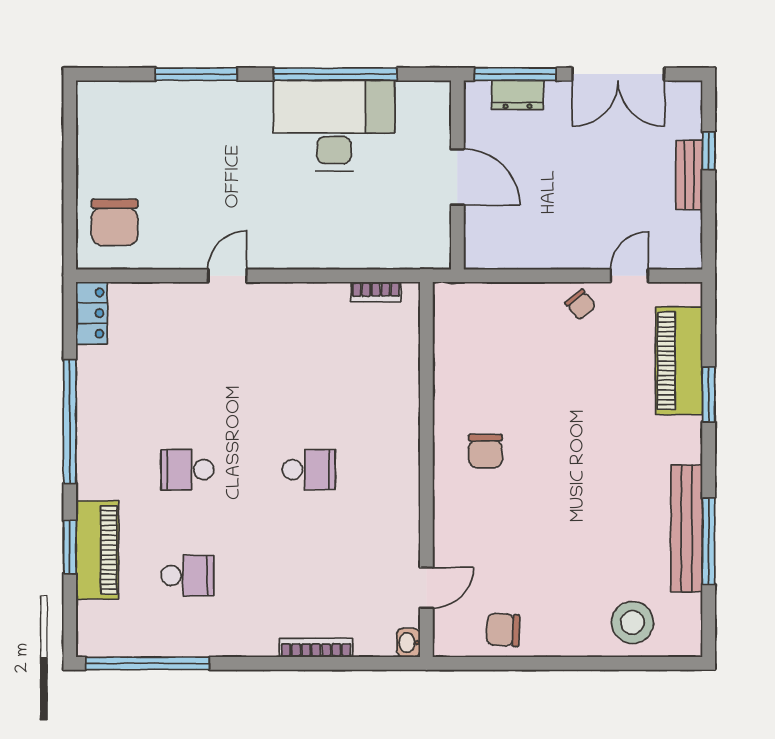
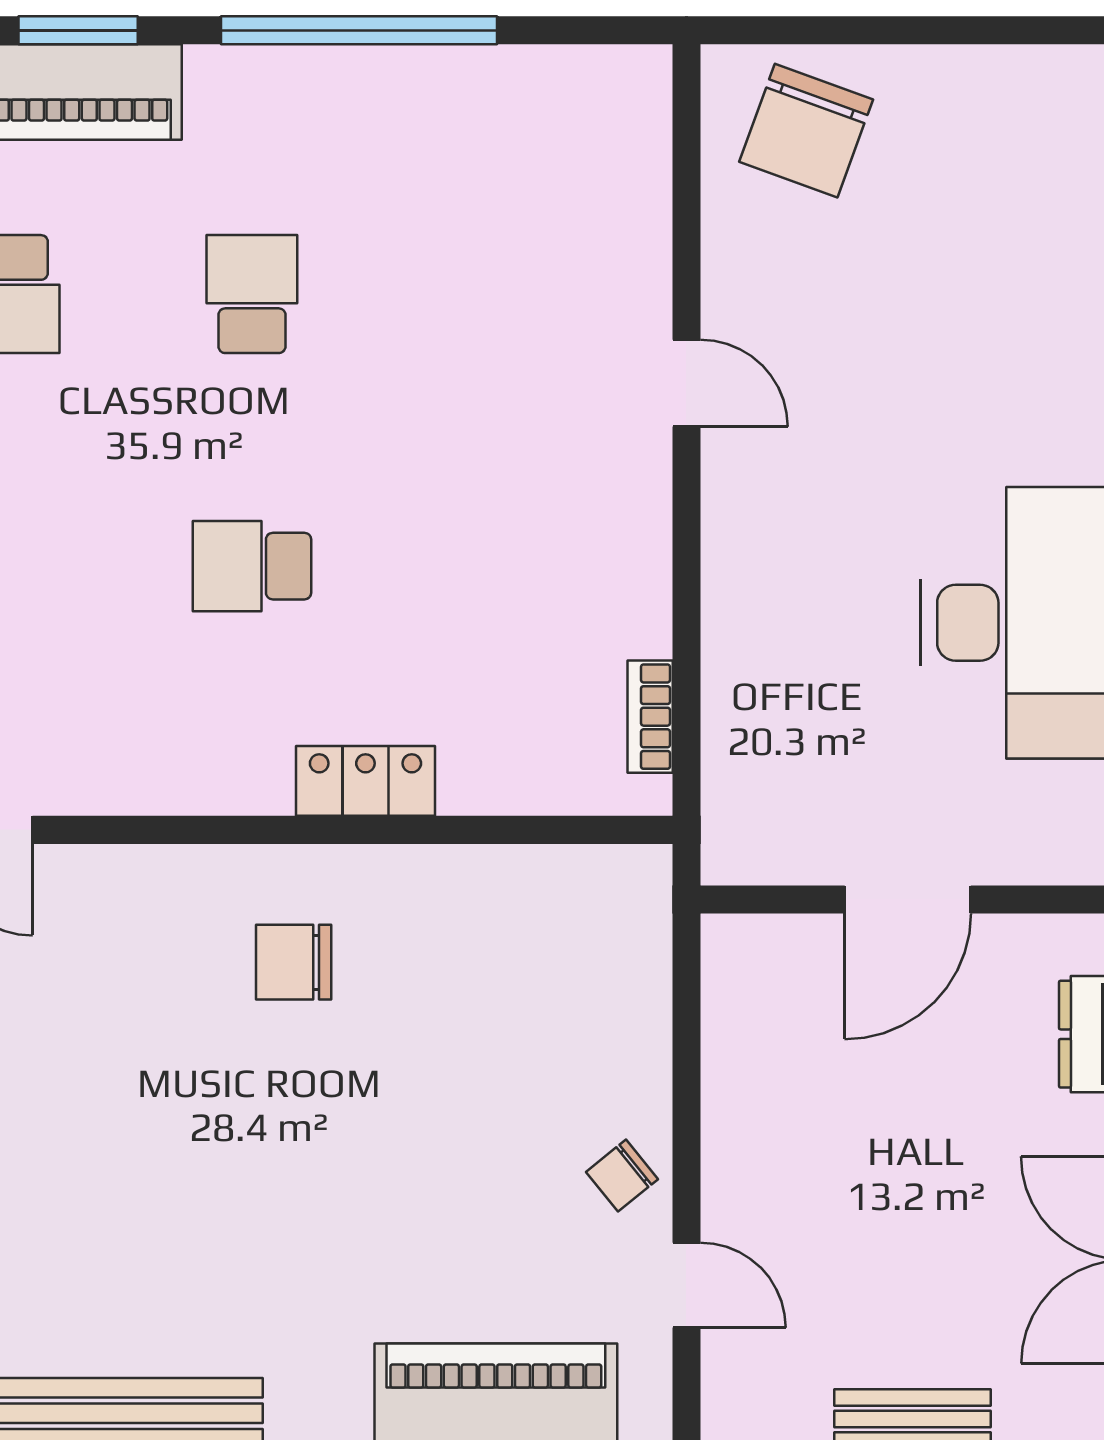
chair: (115, 222) -> (806, 131), turned -70
locker: (92, 313) -> (365, 781), moved, turned 180
school desk: (309, 470) -> (252, 566), turned 90

